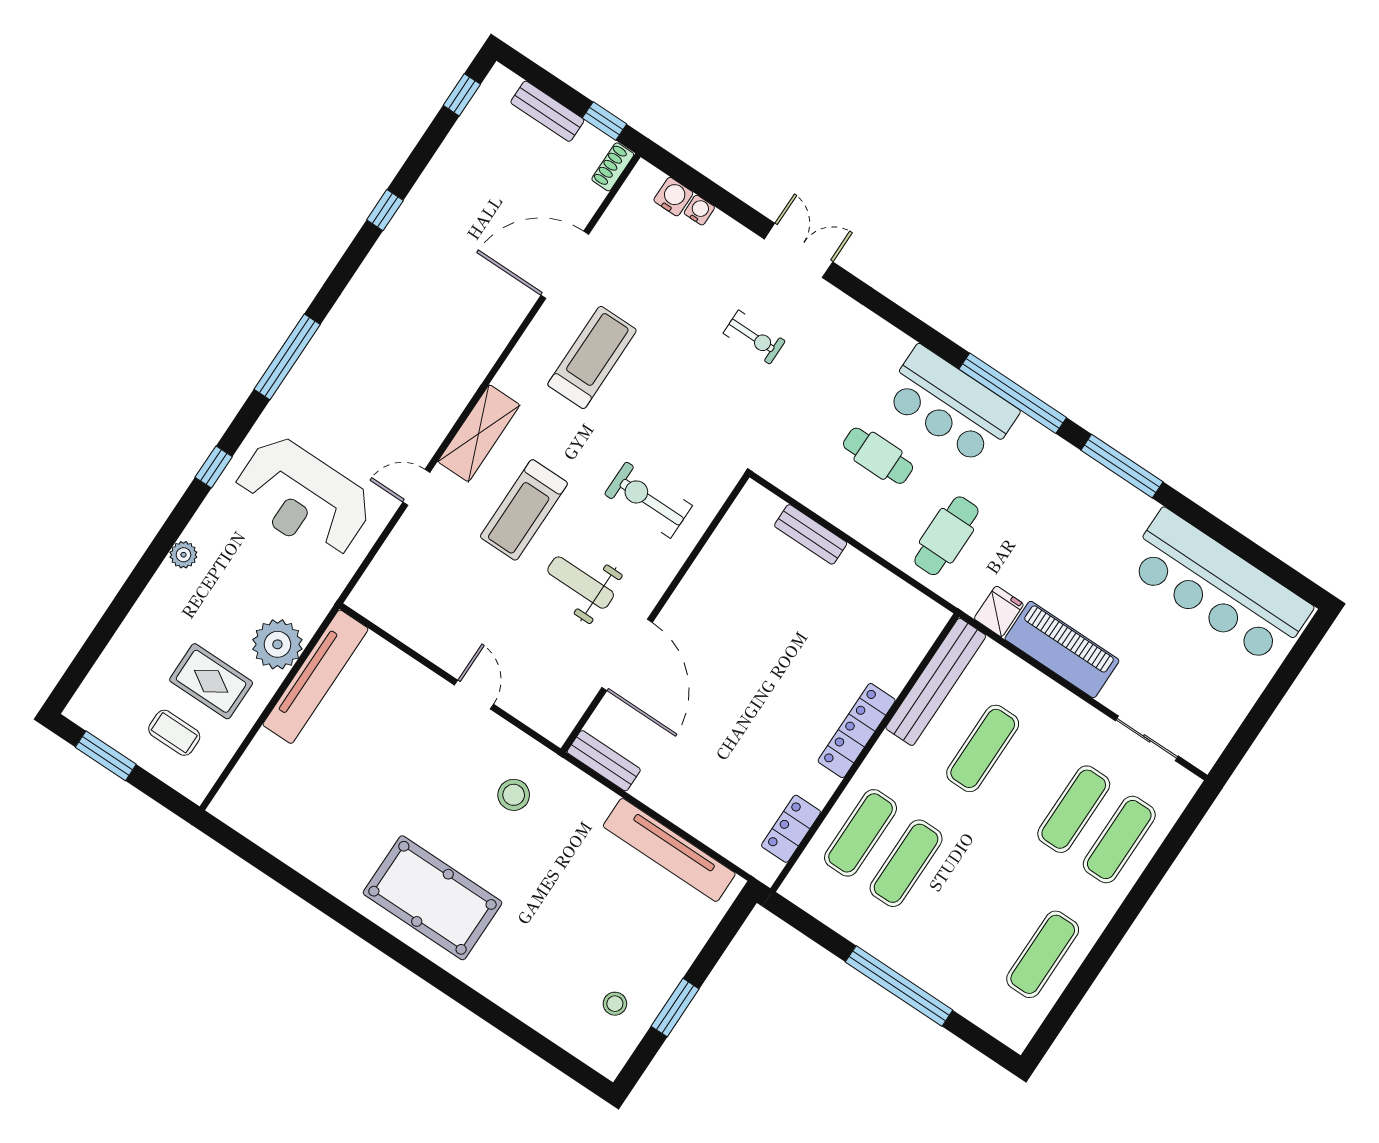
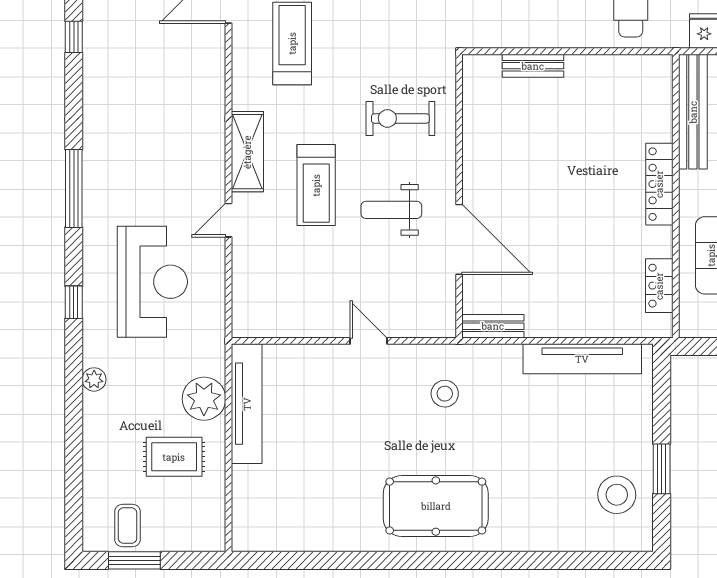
reception desk: (303, 498) -> (152, 282), turned -90
coffee table: (174, 733) -> (127, 526), moved, turned 90
stool: (615, 1004) -> (617, 495), width x1.89, depth x1.89

